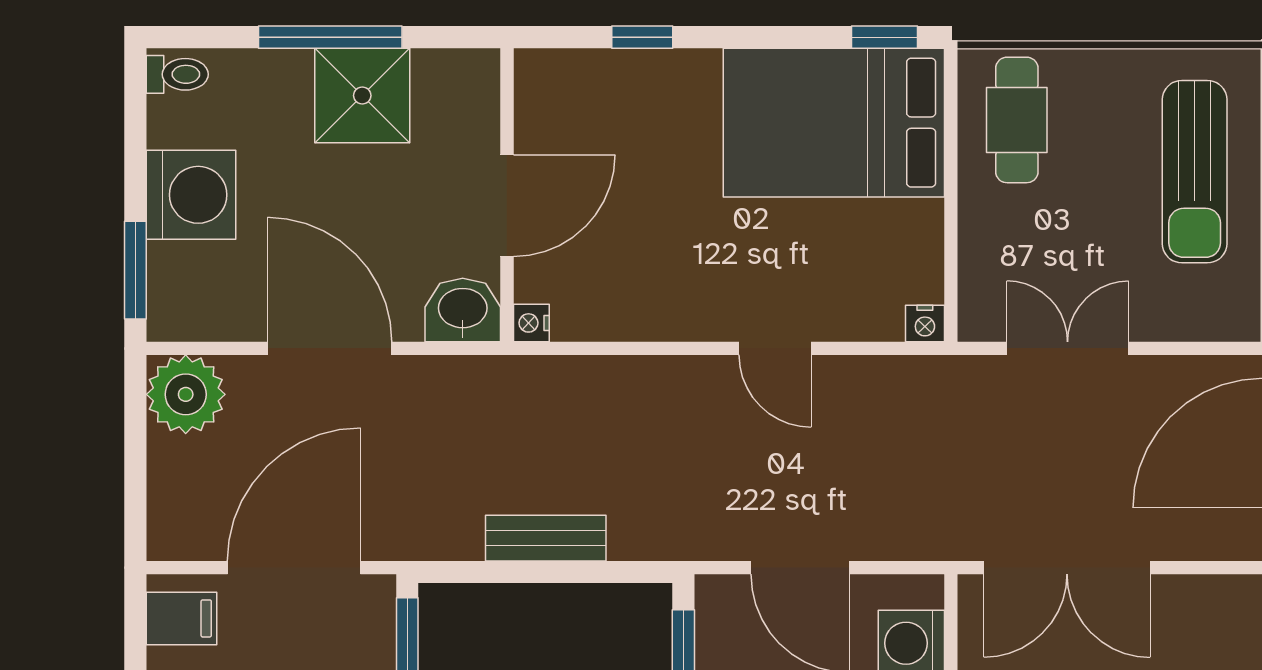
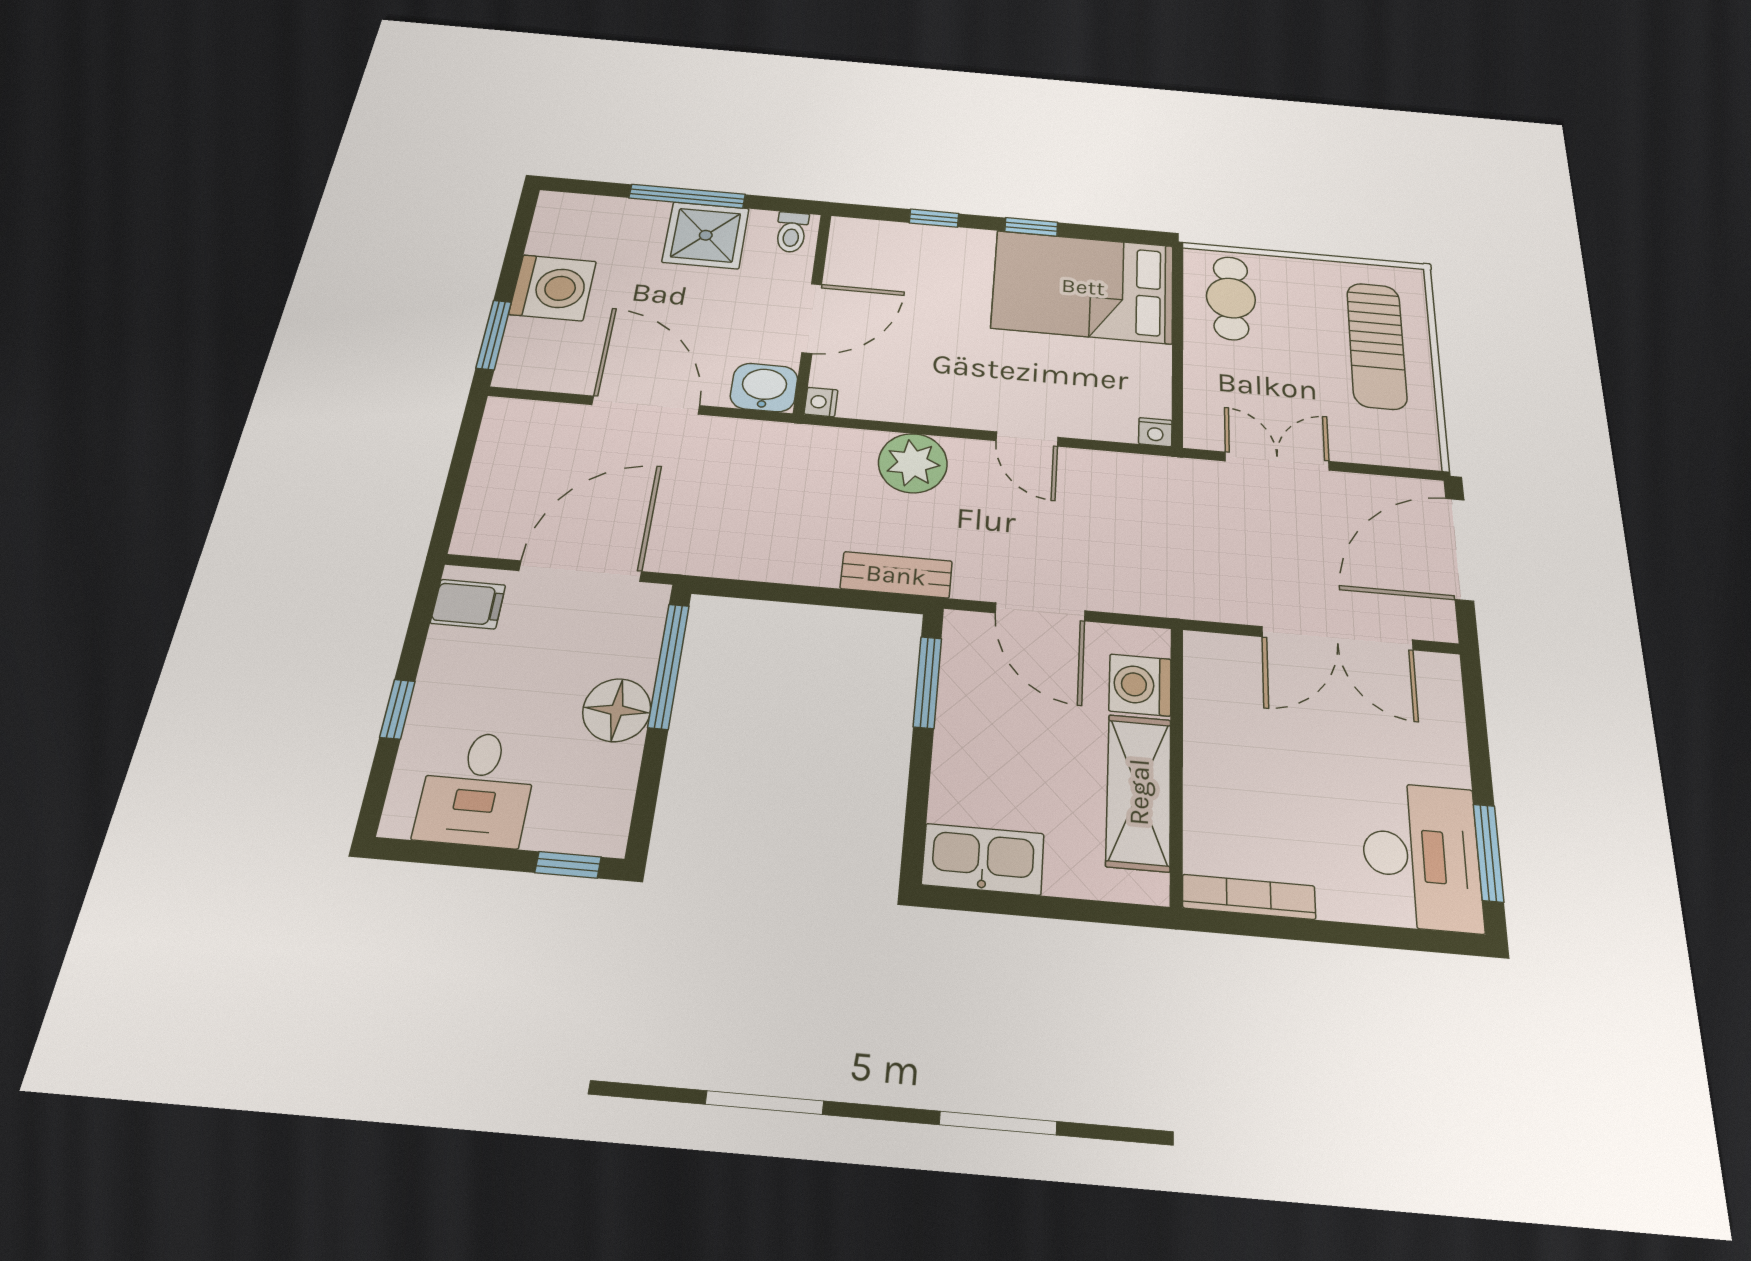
window: (884, 37) -> (1031, 227), moved
toilet: (177, 74) -> (792, 232), moved, turned 90
plant: (186, 394) -> (913, 463), moved
bench: (546, 538) -> (896, 575), moved
double door: (1067, 568) -> (1337, 638), moved

